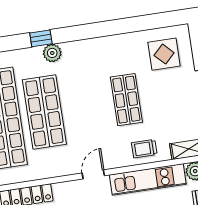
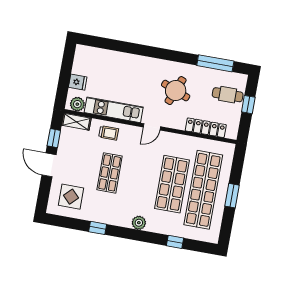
window: (118, 27) -> (98, 228), added
window: (41, 38) -> (175, 242), moved
plant: (52, 53) -> (139, 223), moved

